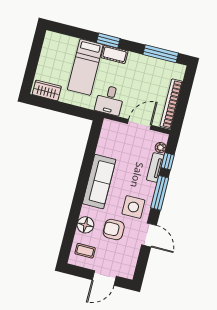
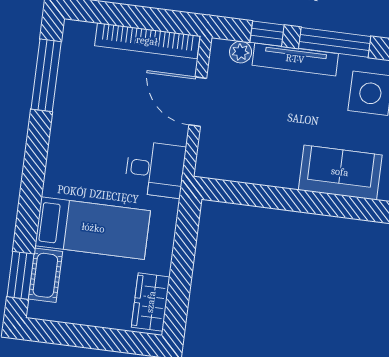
window: (108, 41) -> (20, 275), moved
cot: (115, 54) -> (45, 275), moved
tv unit: (155, 168) -> (295, 59), width x1.41
sofa: (99, 182) -> (340, 172), width x0.73

